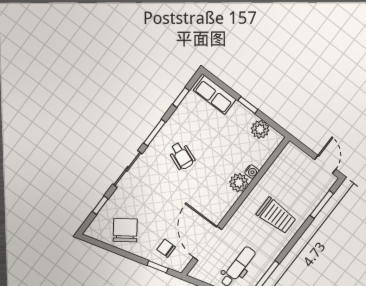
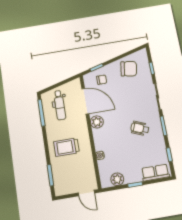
door: (325, 164) -> (86, 193), moved
plant: (239, 183) -> (97, 122), moved
chair: (125, 230) -> (129, 69), turned -46

